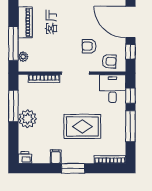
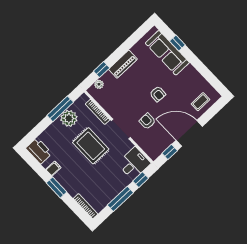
door: (130, 22) -> (189, 133), hinge flipped
window: (13, 43) -> (102, 69), width x0.46
armchair: (109, 61) -> (158, 94), moved
plant: (28, 119) -> (69, 118), moved
rug: (82, 126) -> (91, 146), moved
printer: (25, 157) -> (39, 151), width x1.87, depth x1.48

